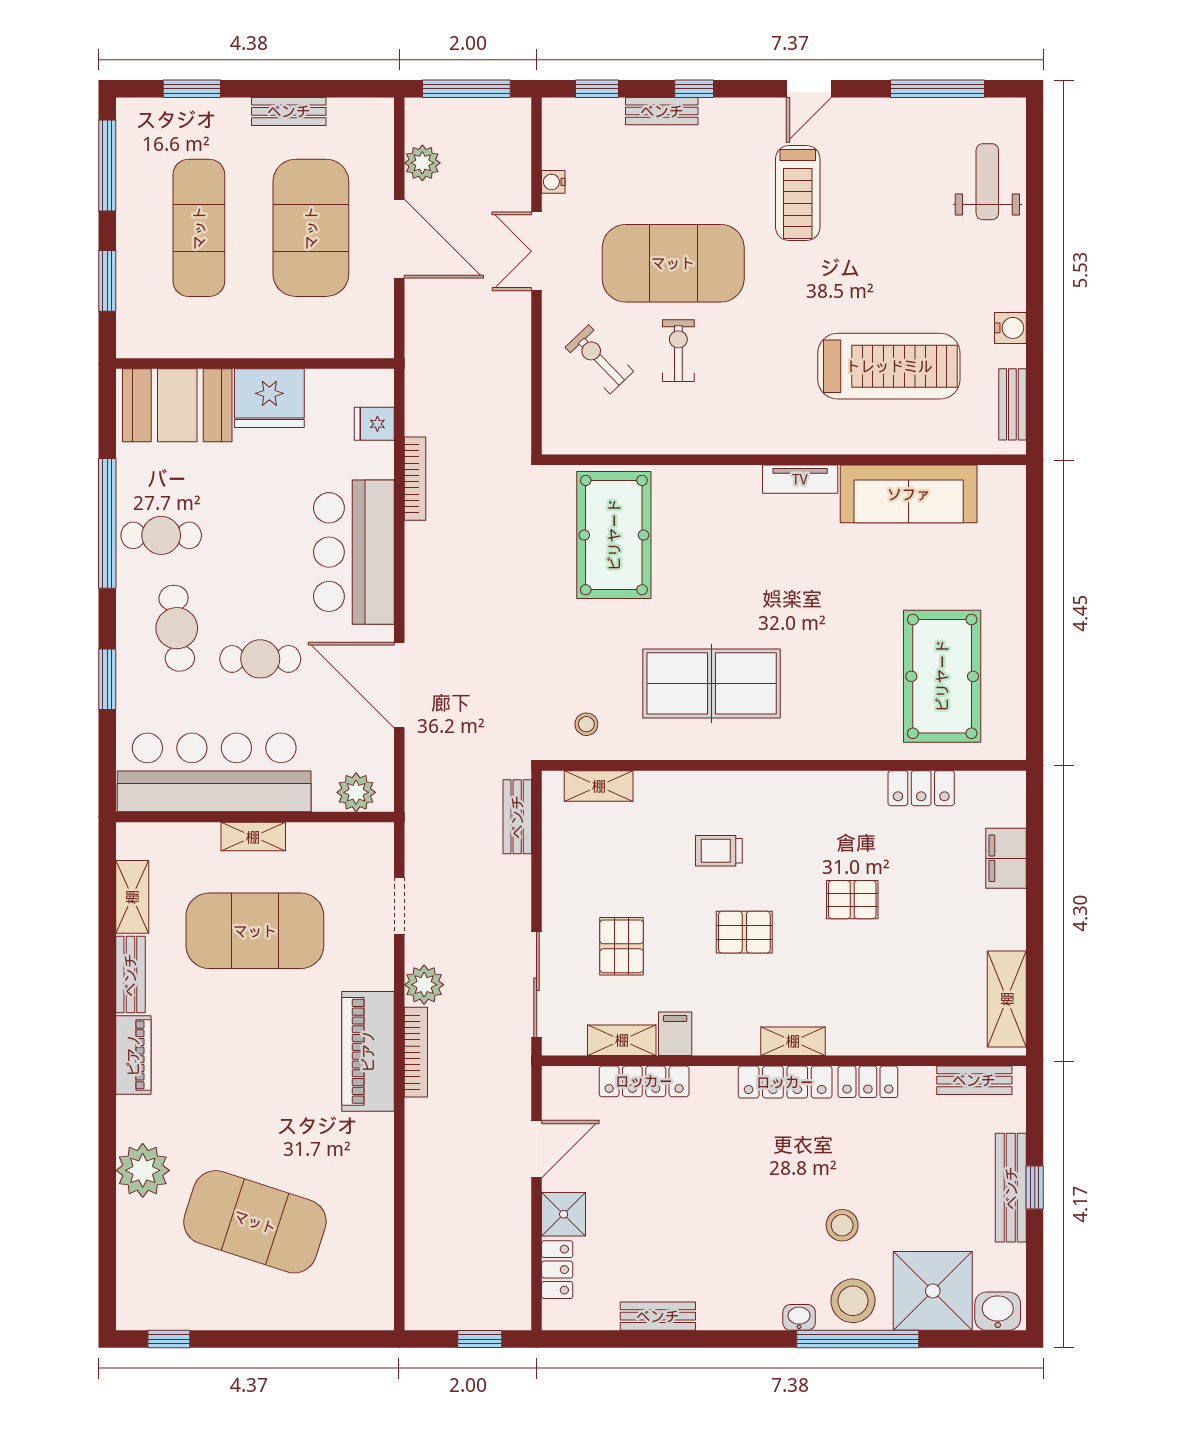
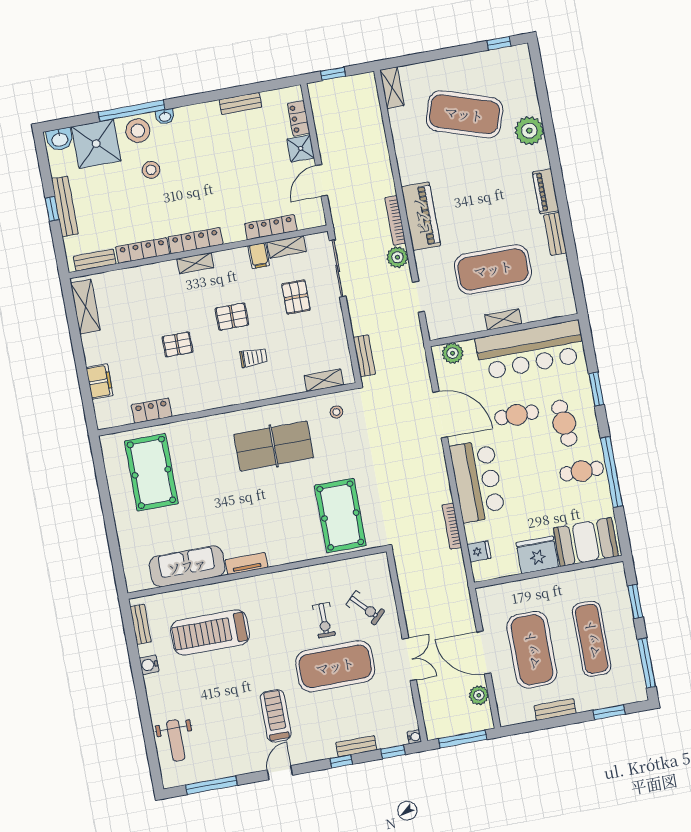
water cooler: (553, 182) -> (414, 737), moved
shelving: (132, 897) -> (392, 88), moved
locker: (868, 1082) -> (143, 250), width x1.53

